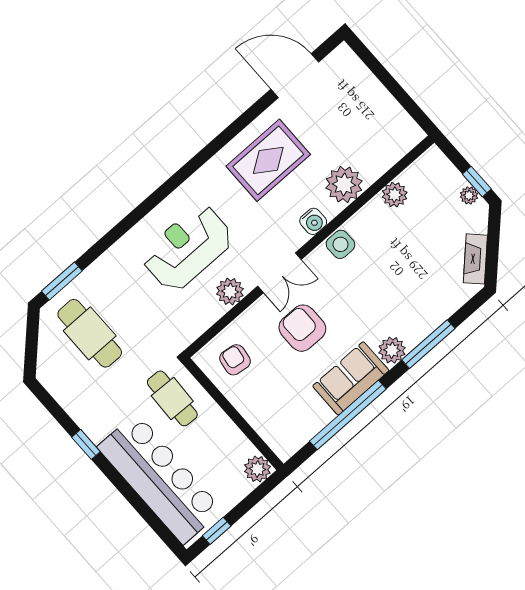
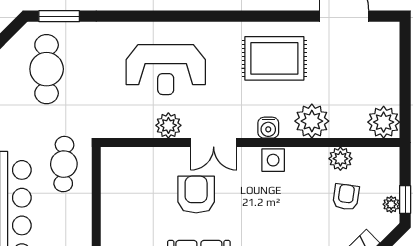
plant: (403, 134) -> (384, 122), added
reception desk: (187, 248) -> (166, 70), turned 180
armchair: (235, 360) -> (346, 197), moved

